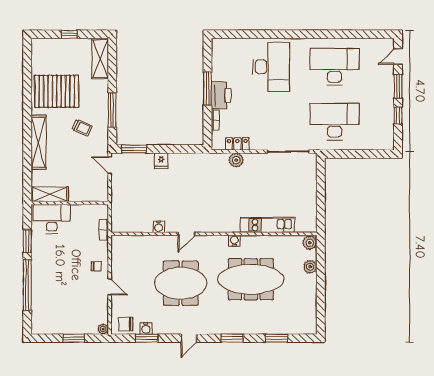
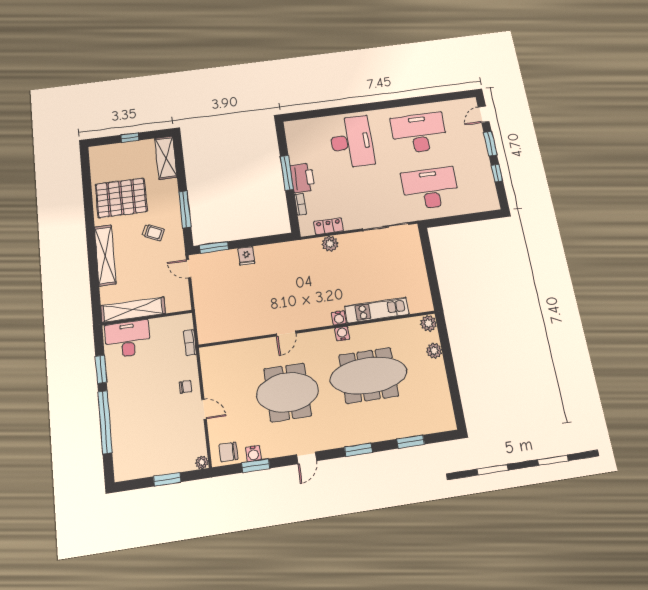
shelving: (50, 194) -> (133, 310), width x1.47
water cooler: (159, 227) -> (339, 318), moved

